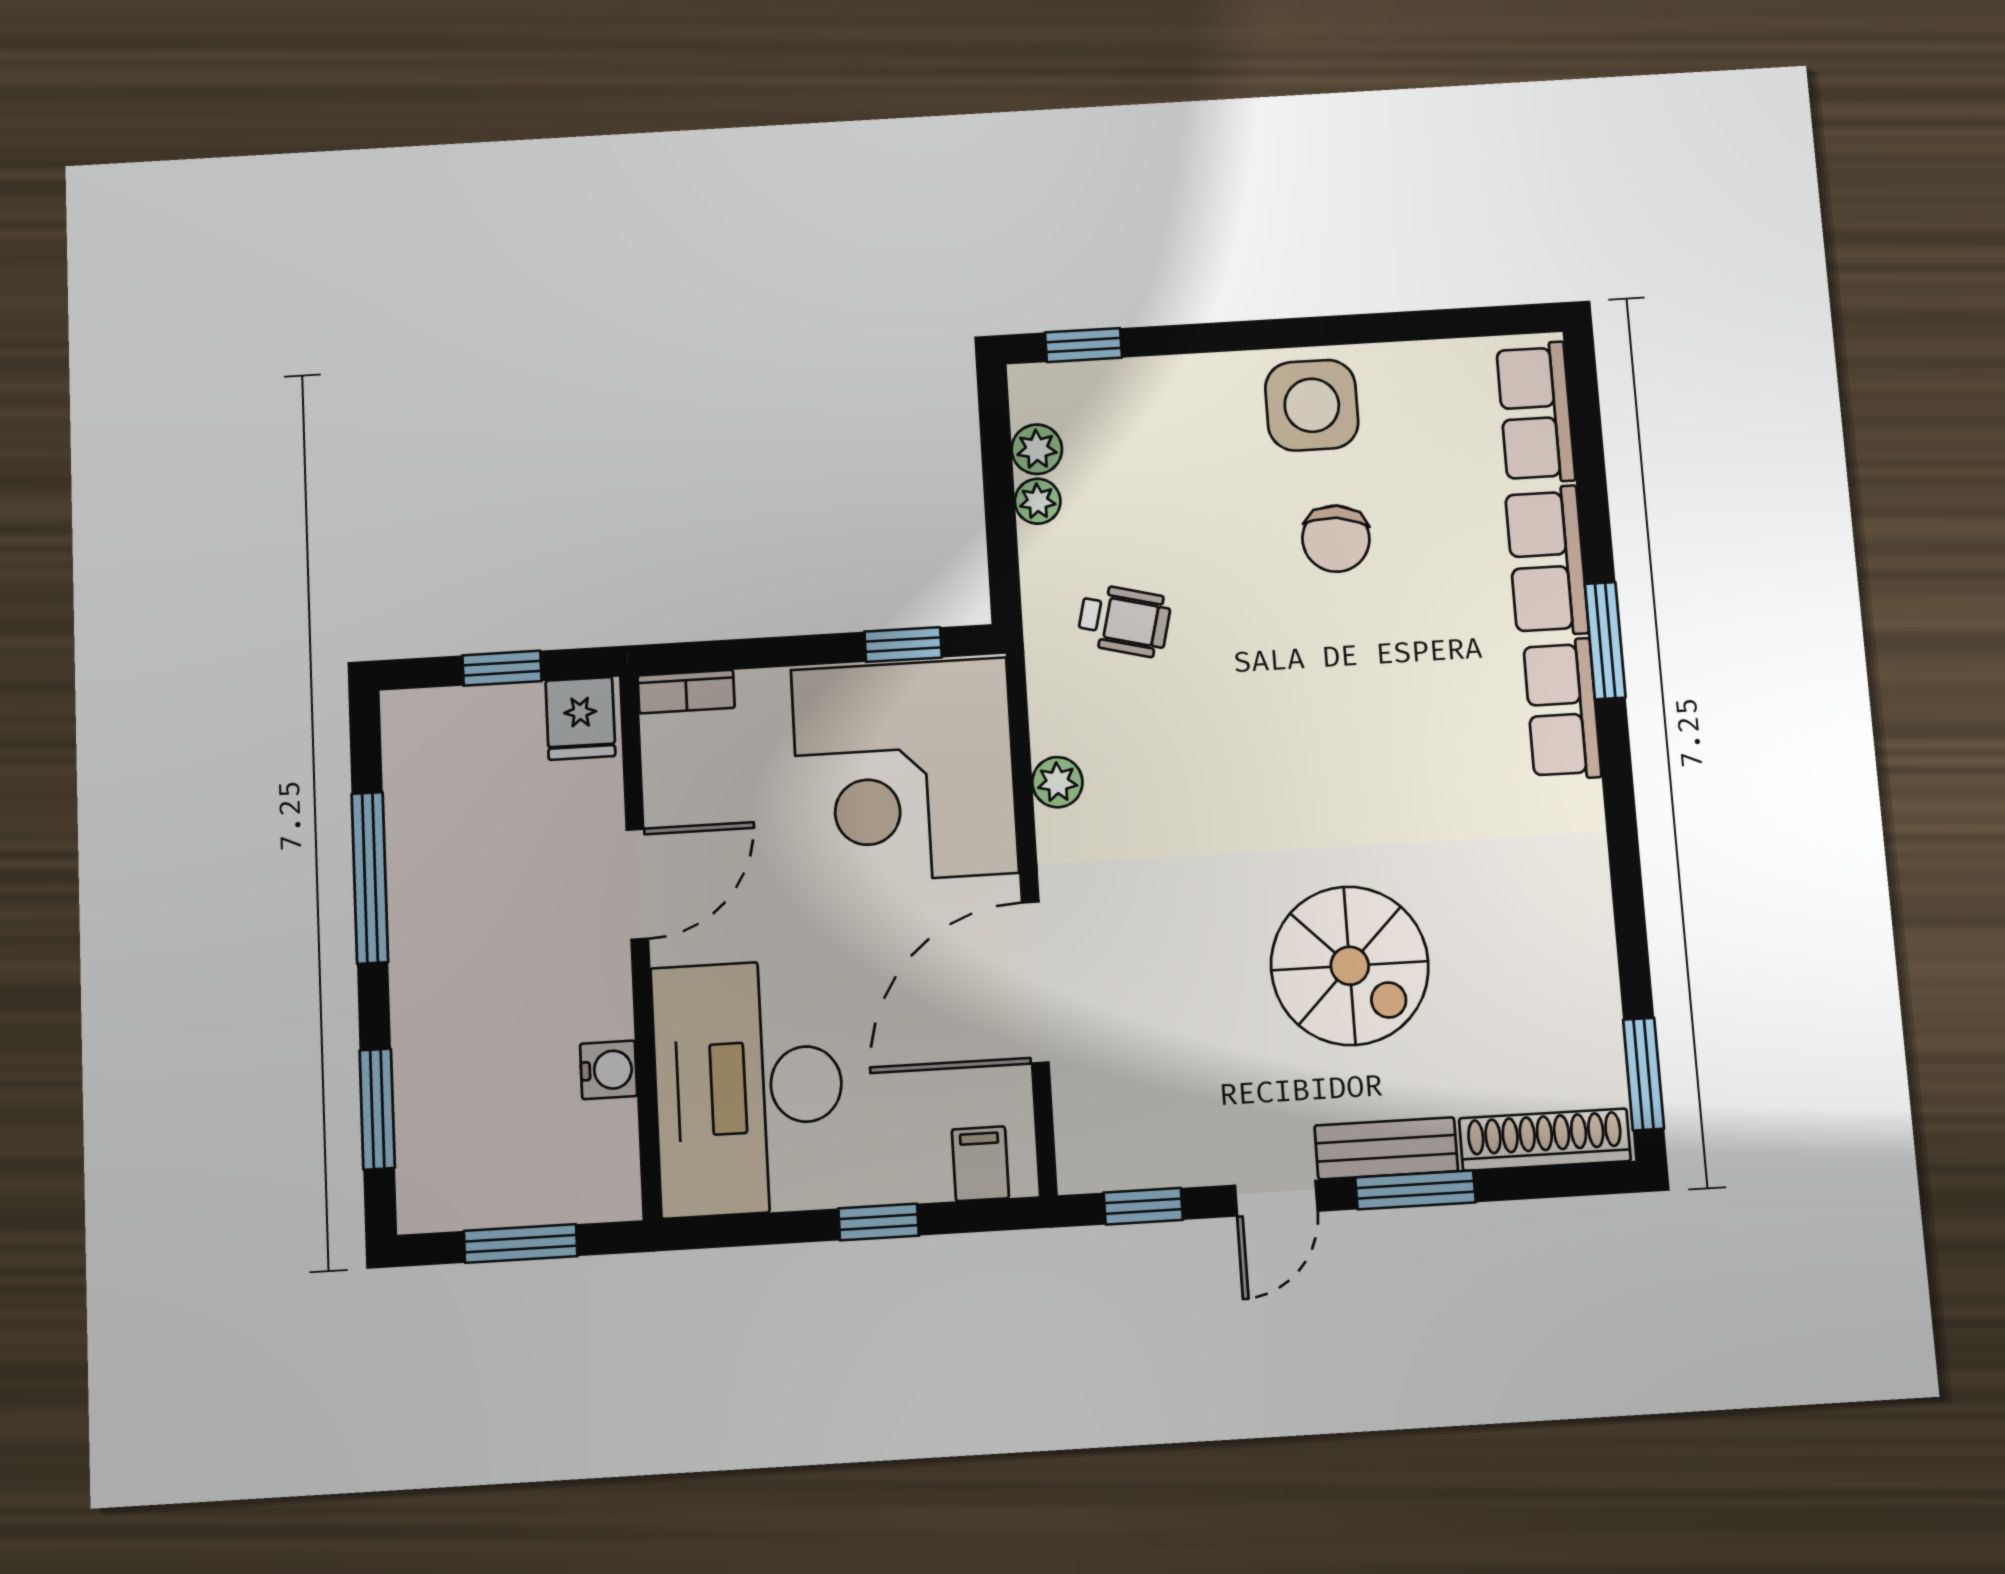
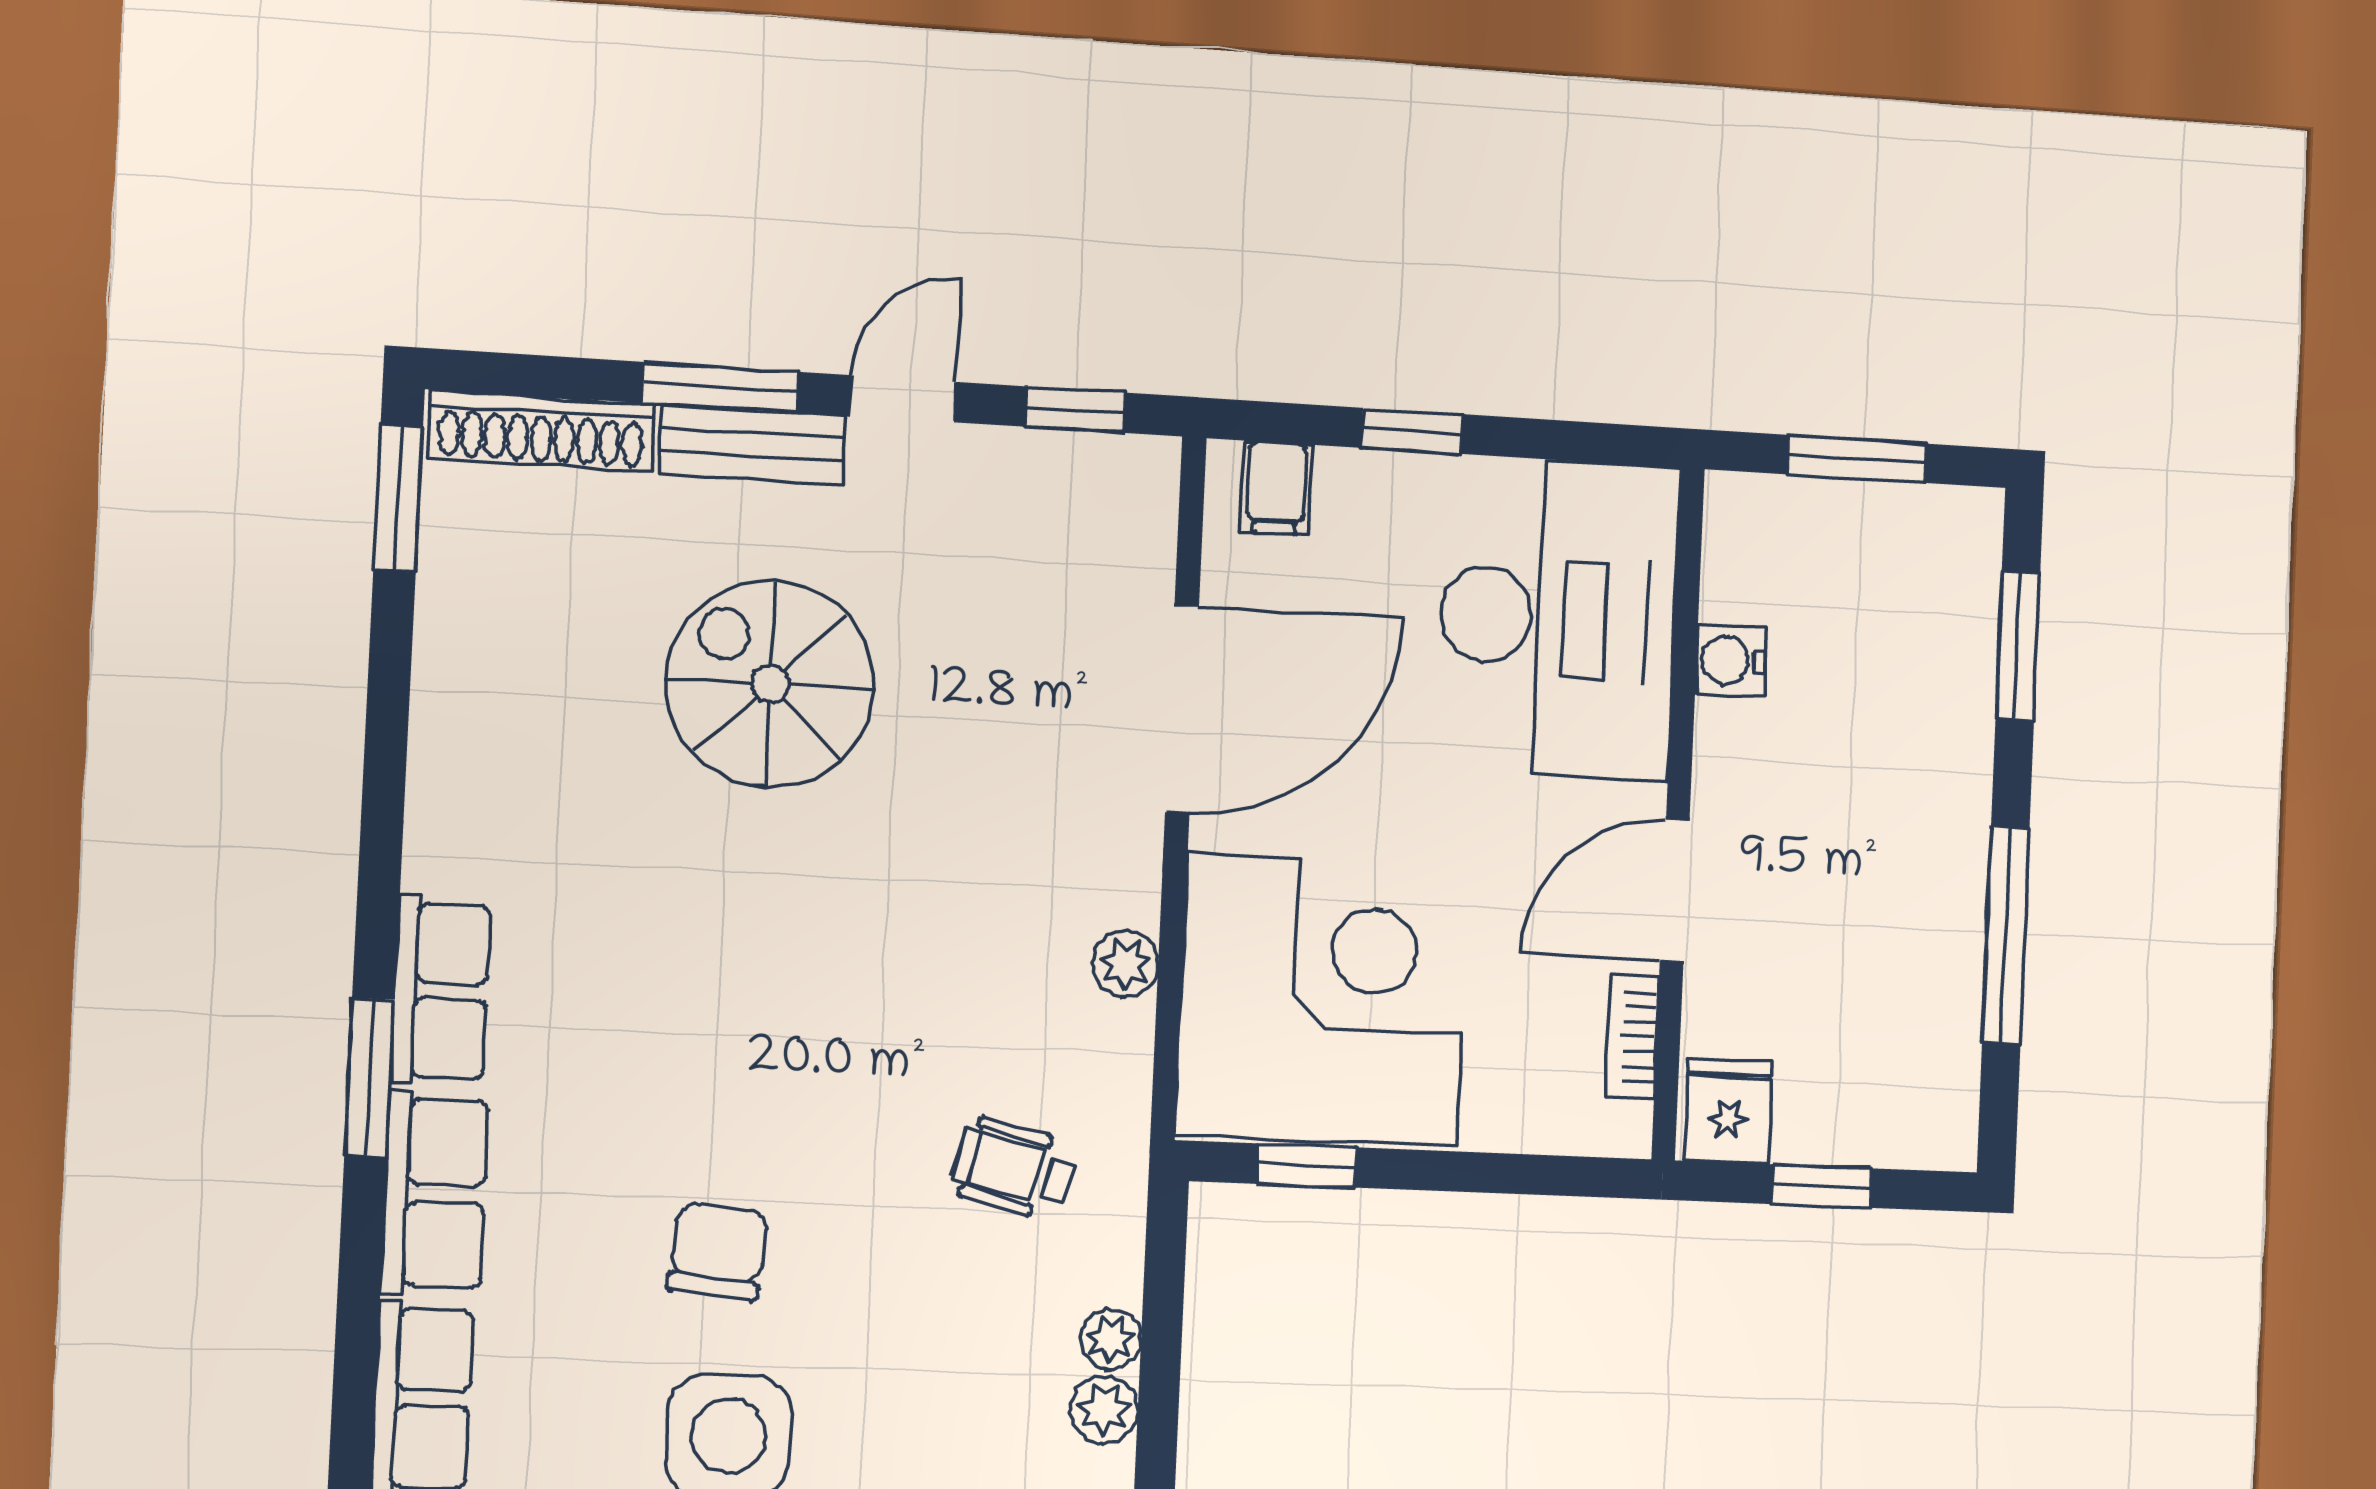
bookcase: (686, 692) -> (1632, 1036), moved, turned -90

